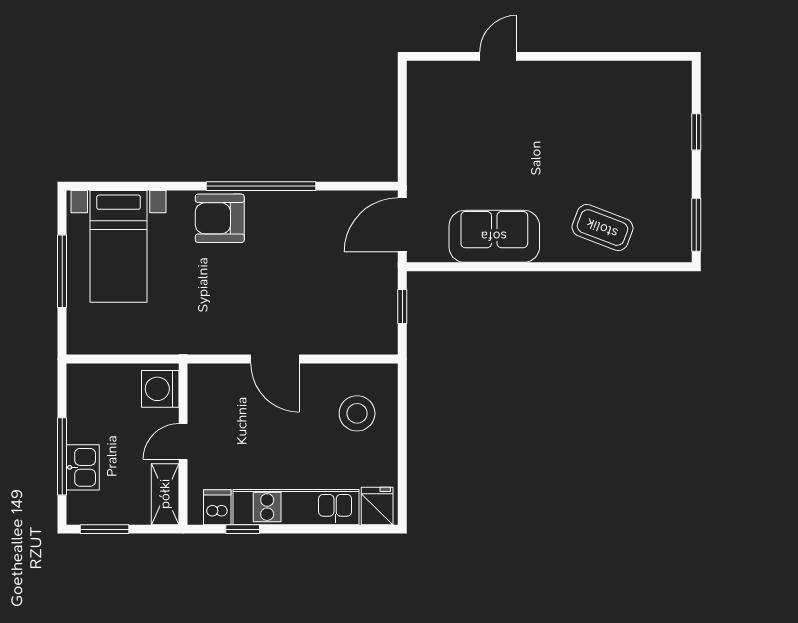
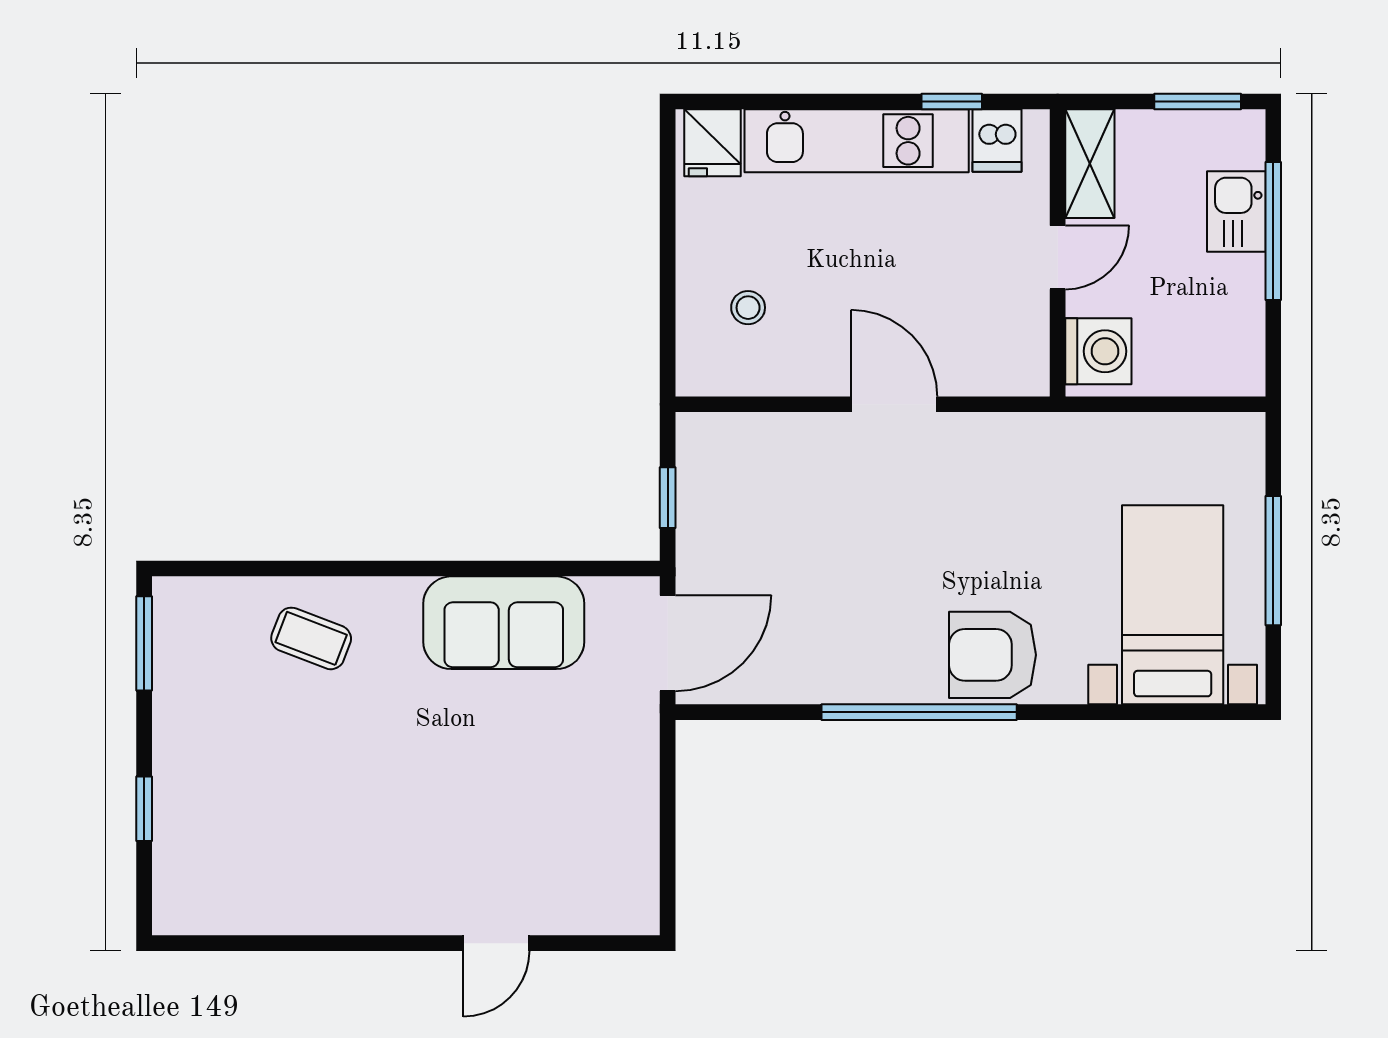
armchair: (220, 218) -> (992, 655), turned 180
coffee table: (602, 228) -> (311, 638), width x0.73, depth x0.77
stool: (357, 413) -> (748, 308), width x0.53, depth x0.53

